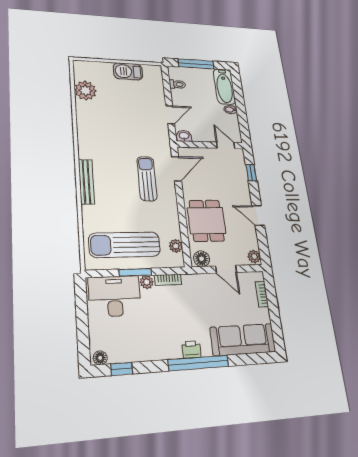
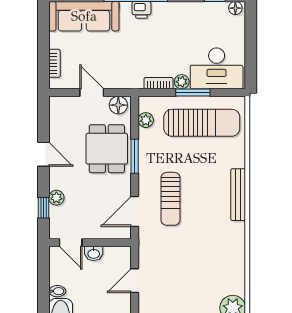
washbasin: (184, 136) -> (94, 253), moved
window: (182, 214) -> (135, 156), added
plant: (254, 257) -> (56, 198), moved

